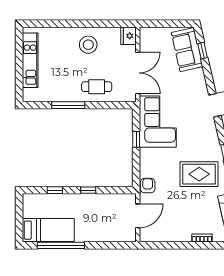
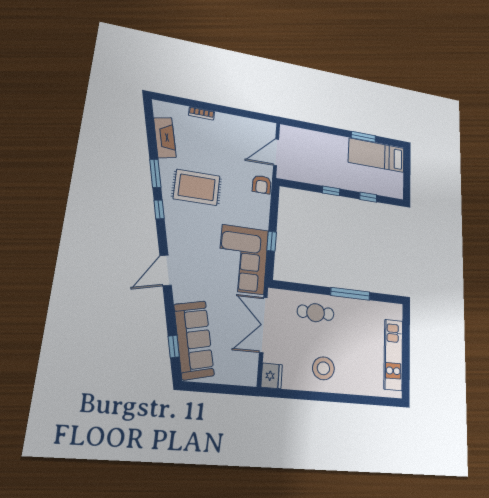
sofa: (187, 50) -> (194, 340), width x1.36
window: (61, 245) -> (363, 137), width x0.47

